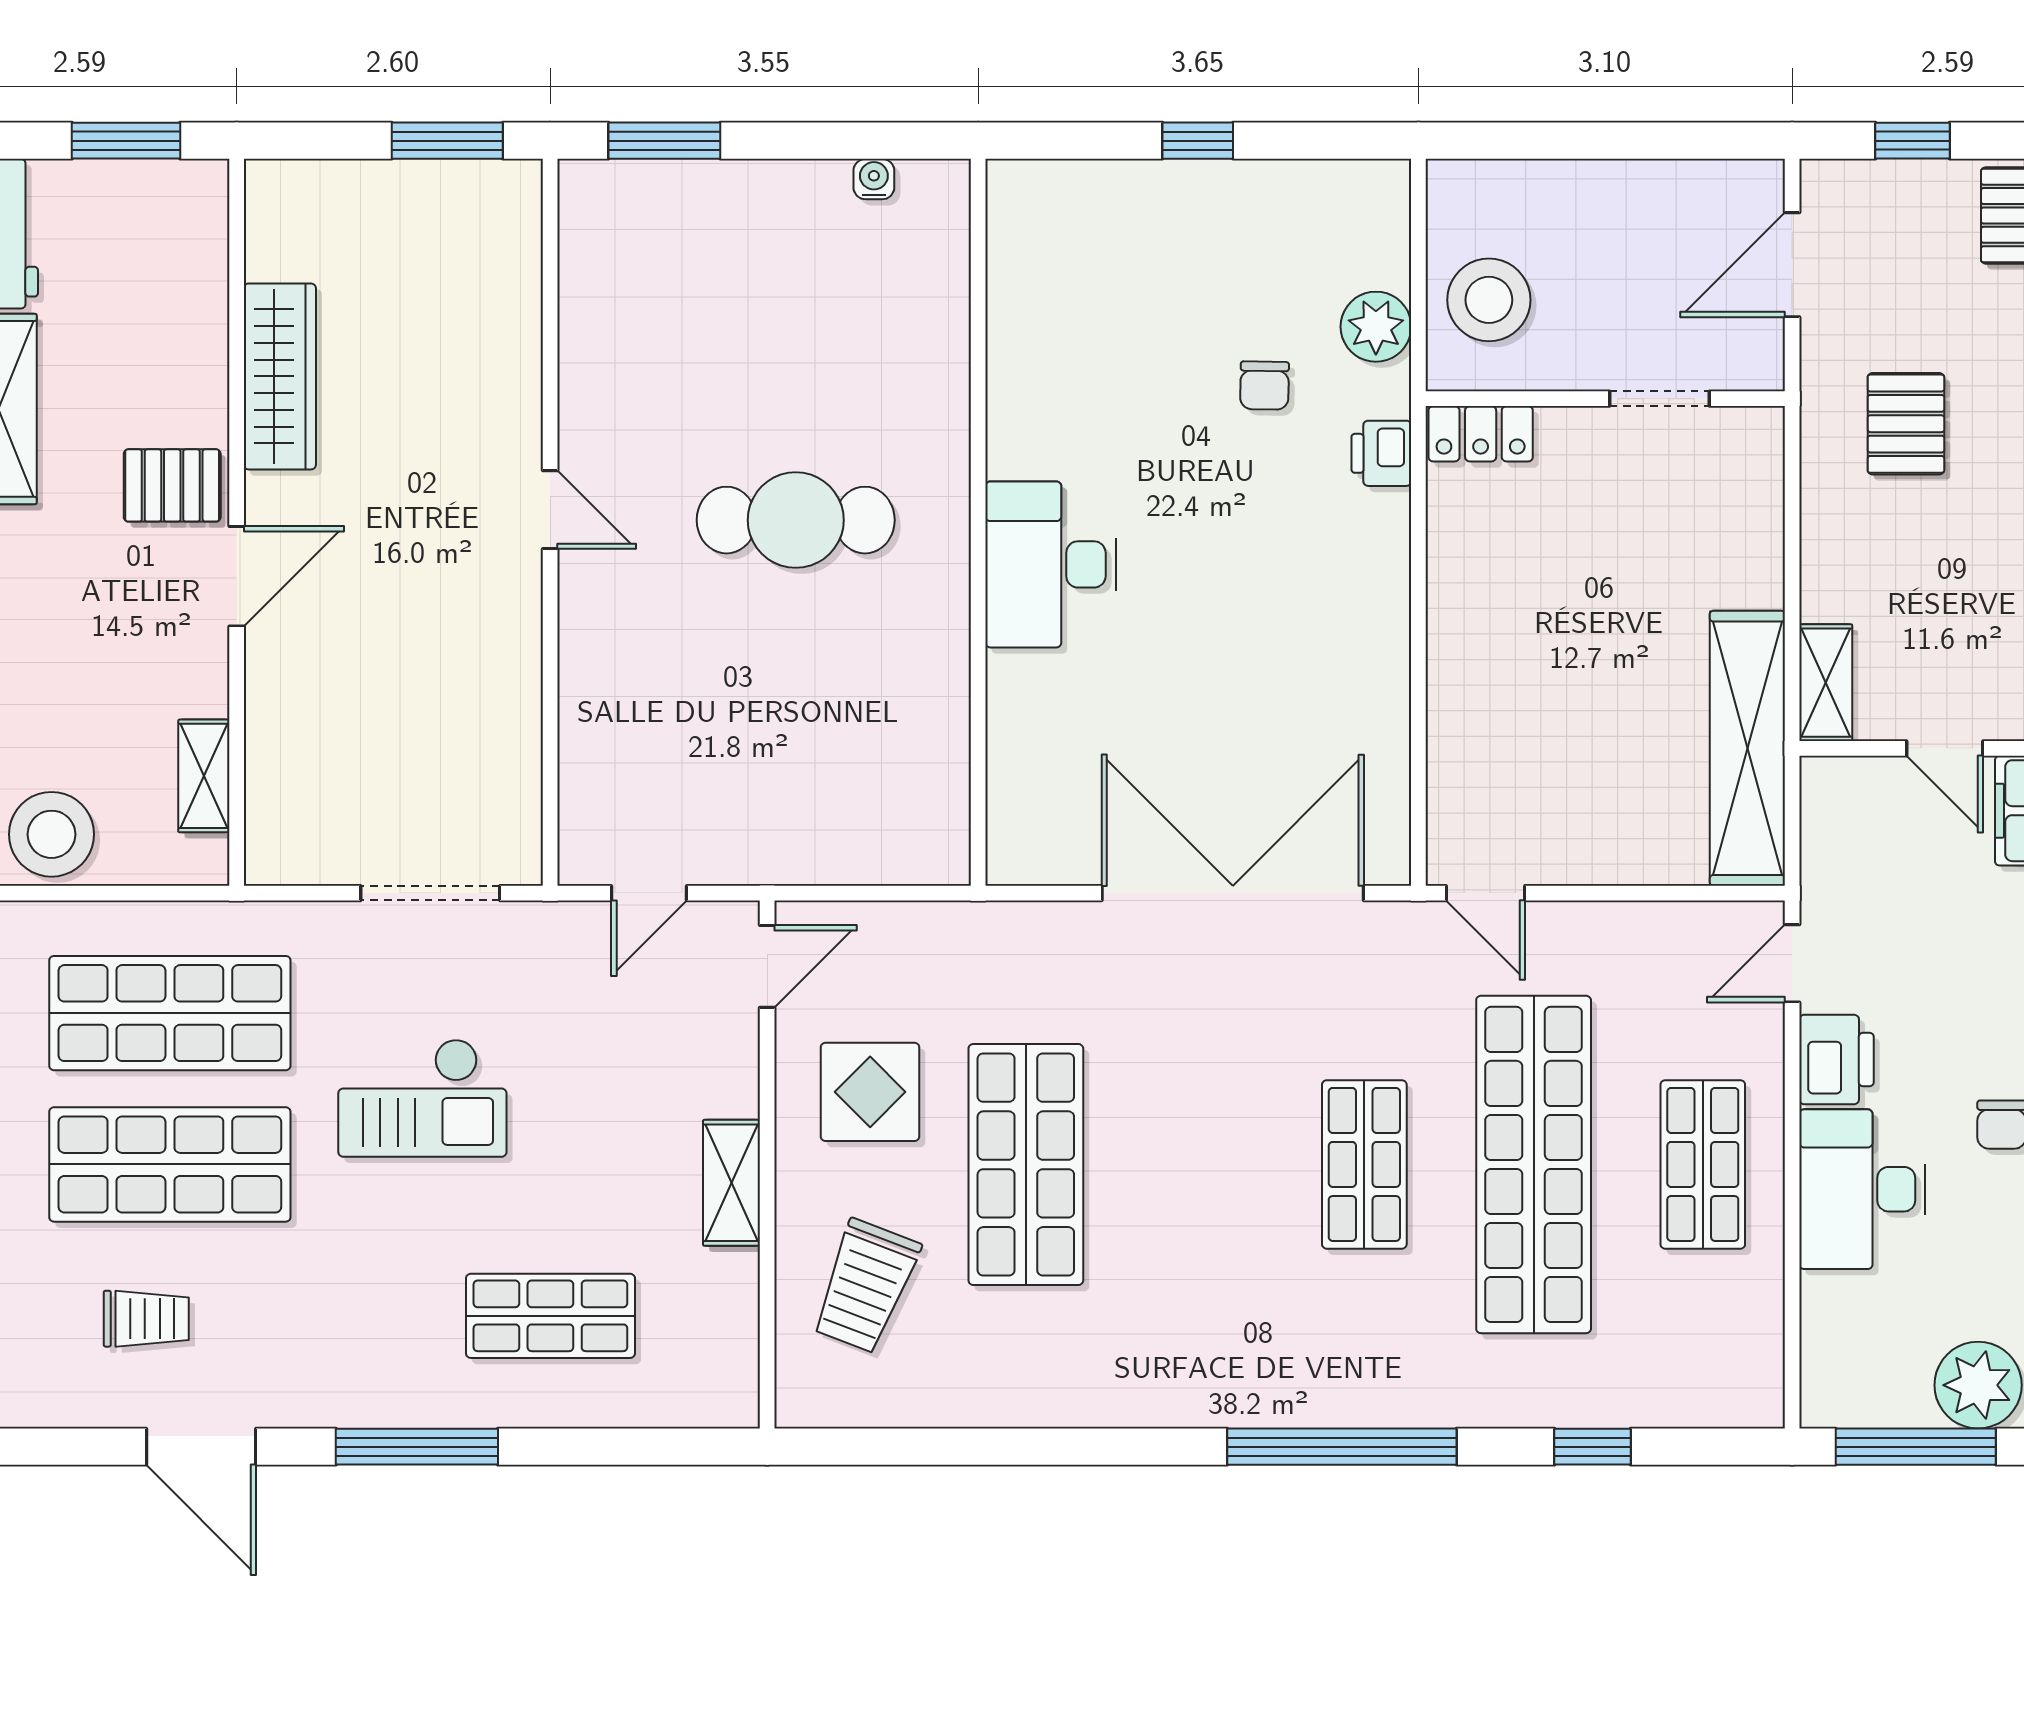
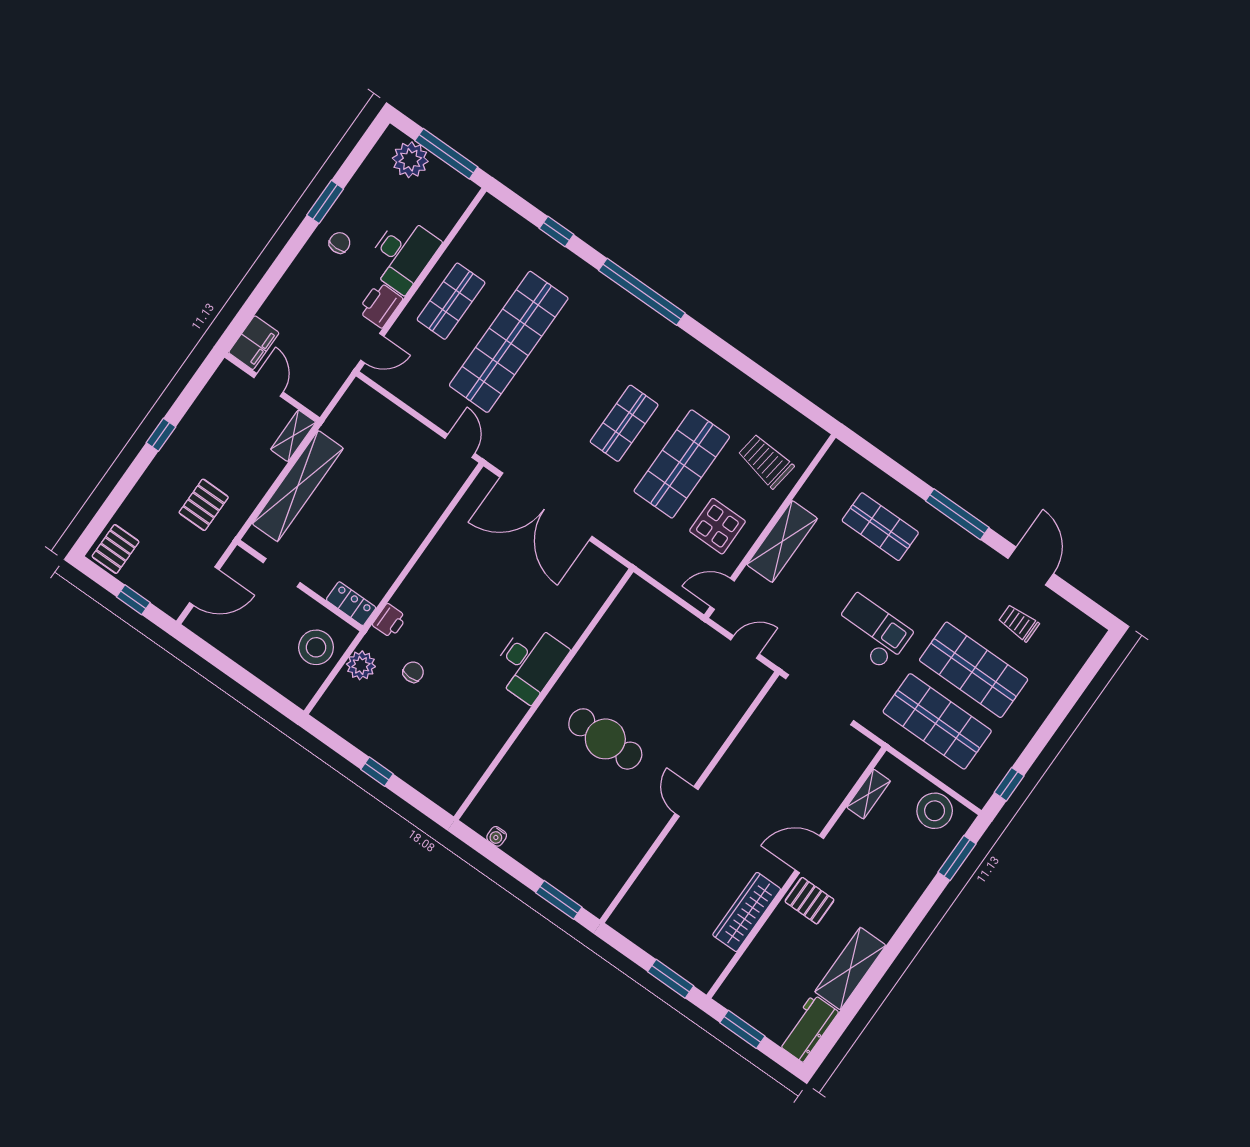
window: (447, 141) -> (671, 979), moved
shelving: (1747, 748) -> (298, 486), moved
doorway: (430, 893) -> (820, 700), width x1.36
shop shelf: (1364, 1164) -> (624, 423), moved
shelving: (732, 1183) -> (782, 542), width x1.50, depth x1.33
trolley: (865, 1286) -> (766, 461), turned -103

